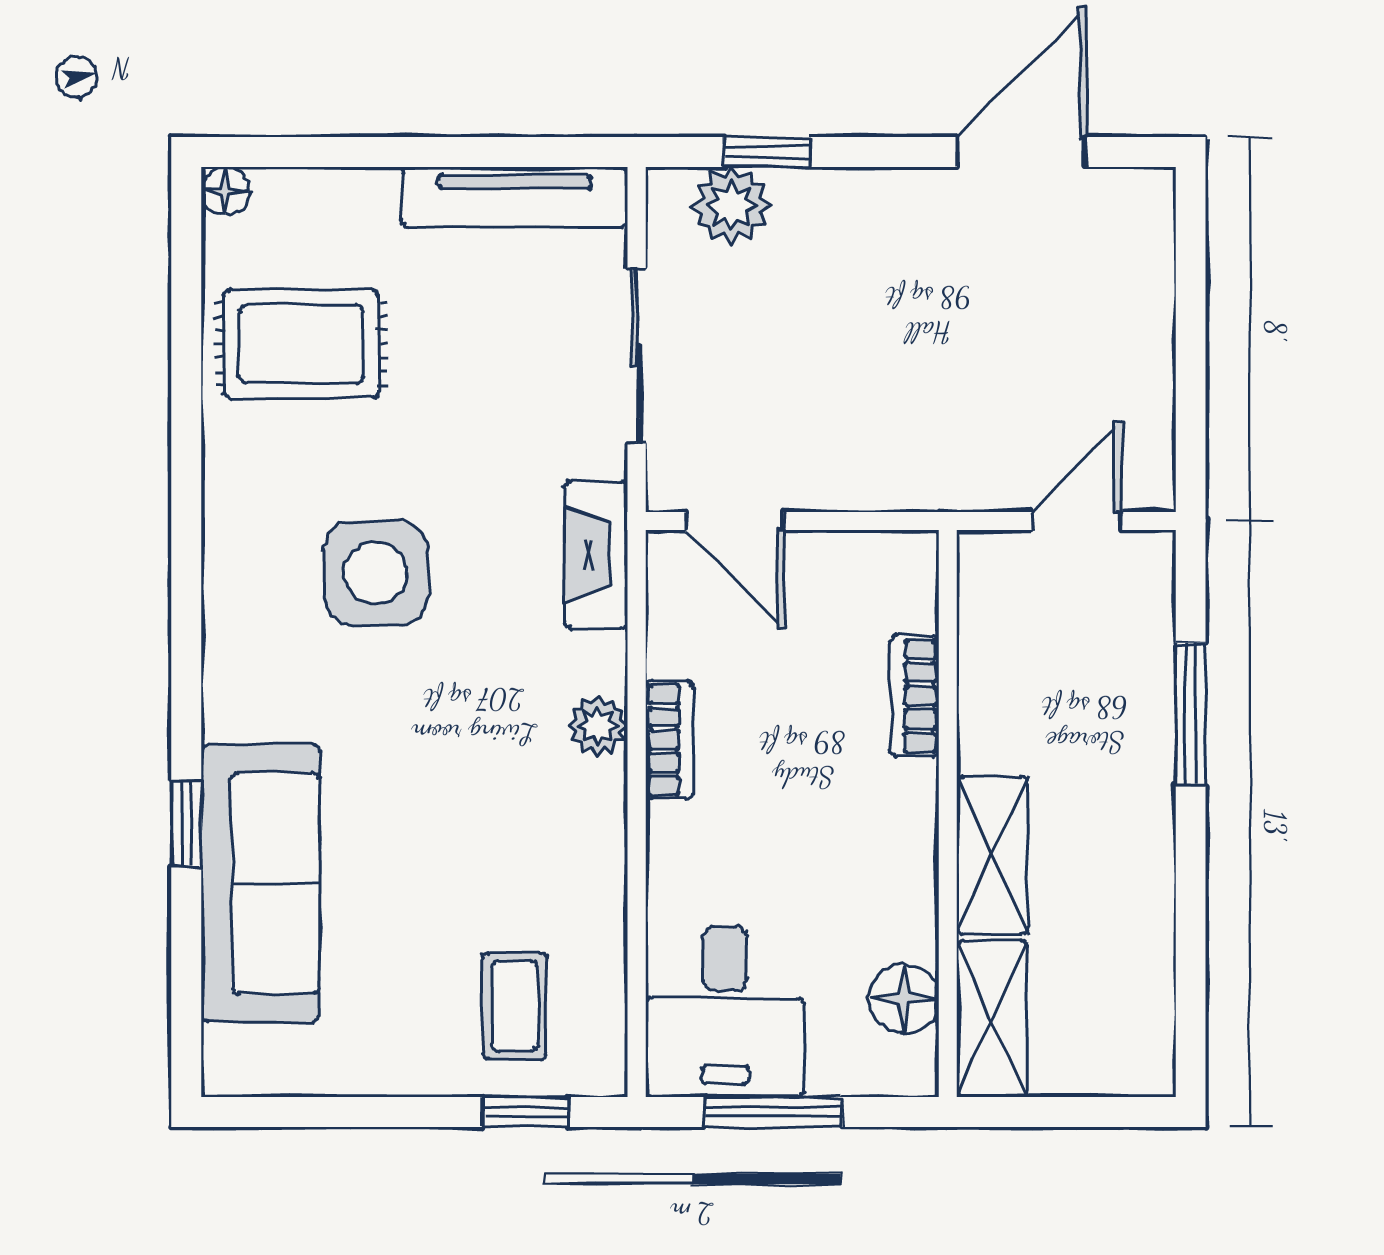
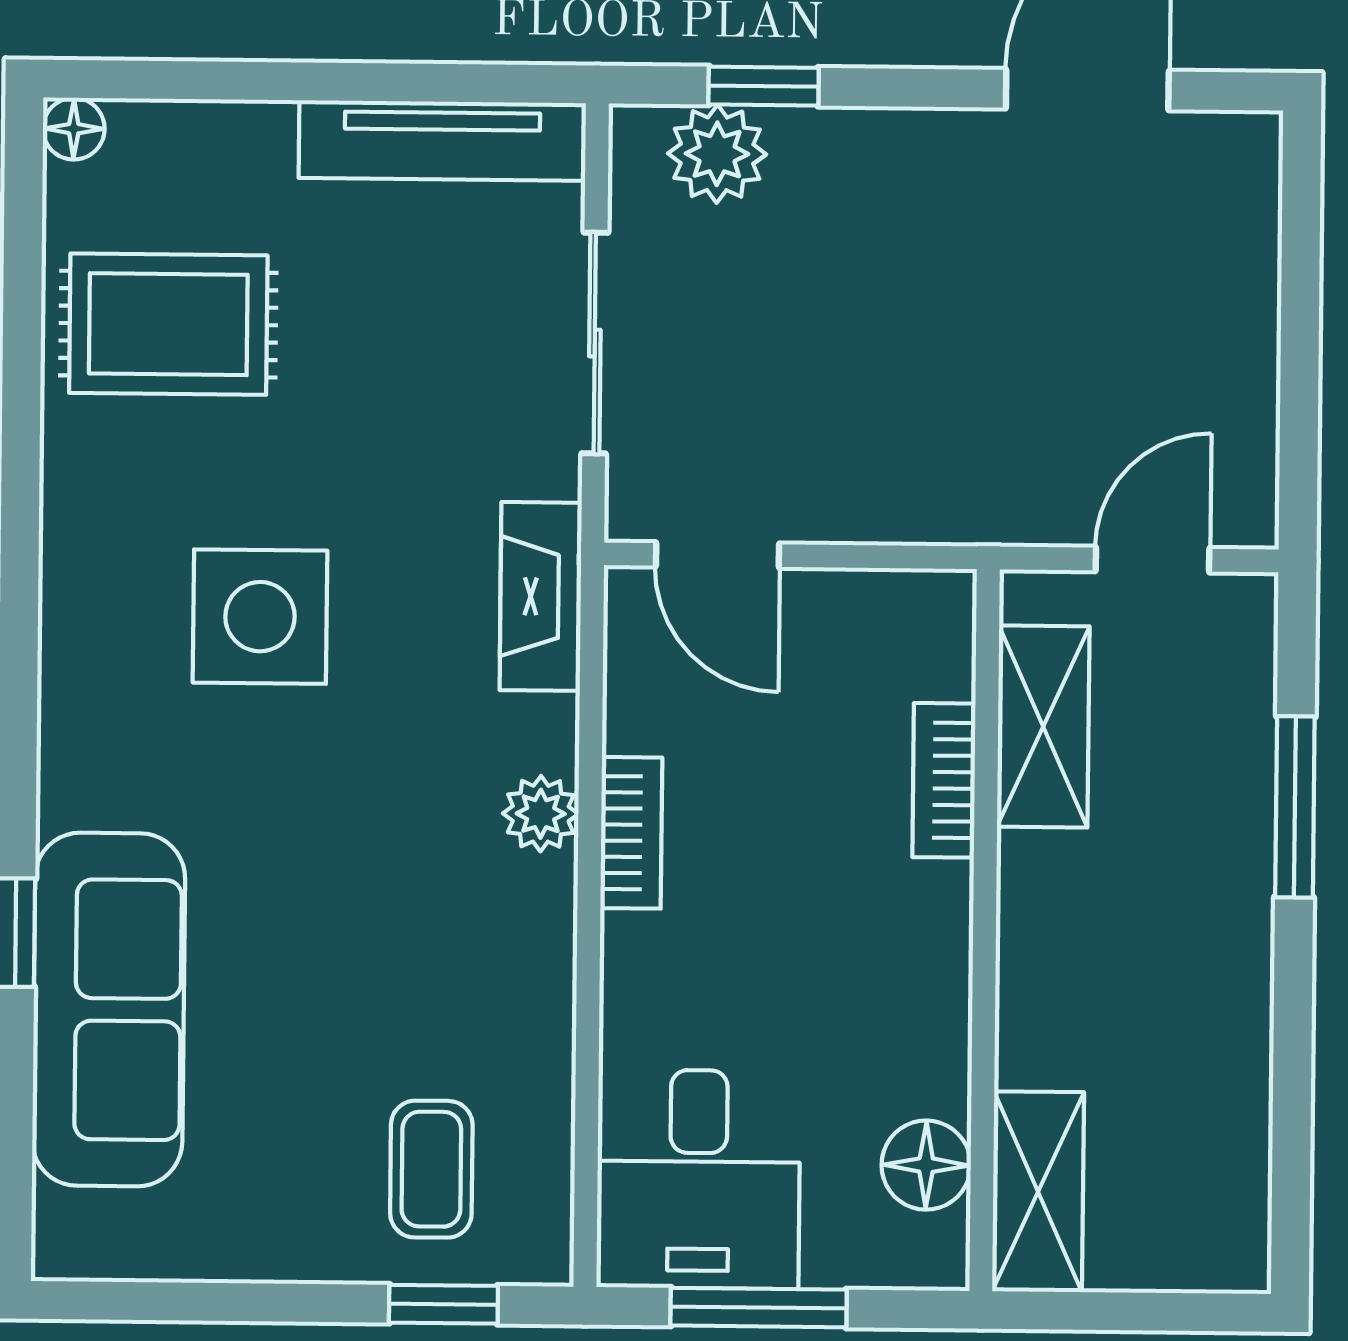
shelving: (992, 855) -> (1043, 726), moved

